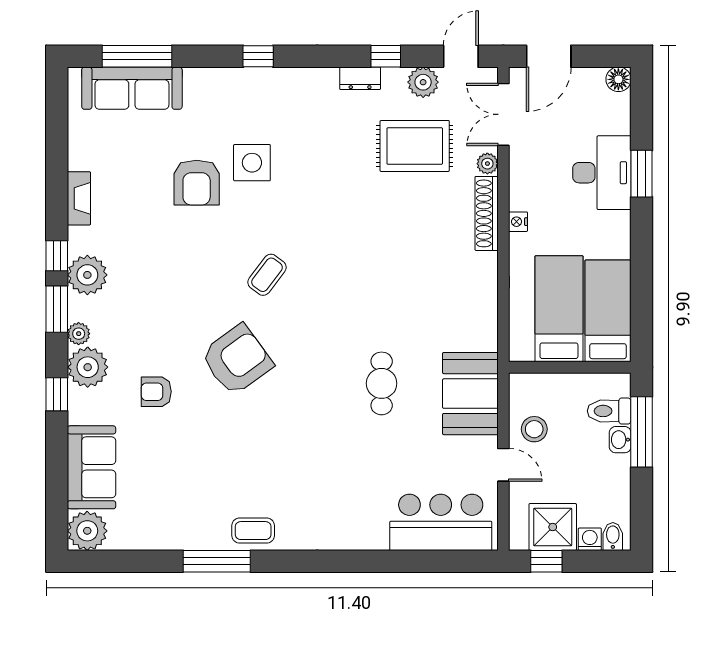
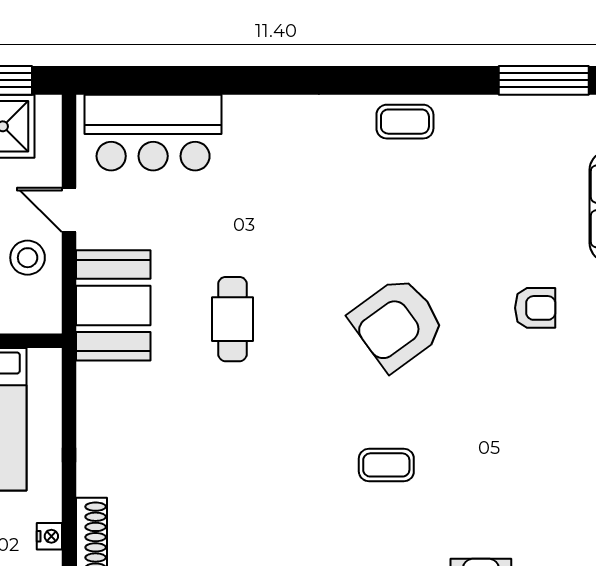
coffee table: (267, 275) -> (386, 465), turned 53
armchair: (237, 360) -> (397, 324), moved
window: (217, 561) -> (544, 80), moved

